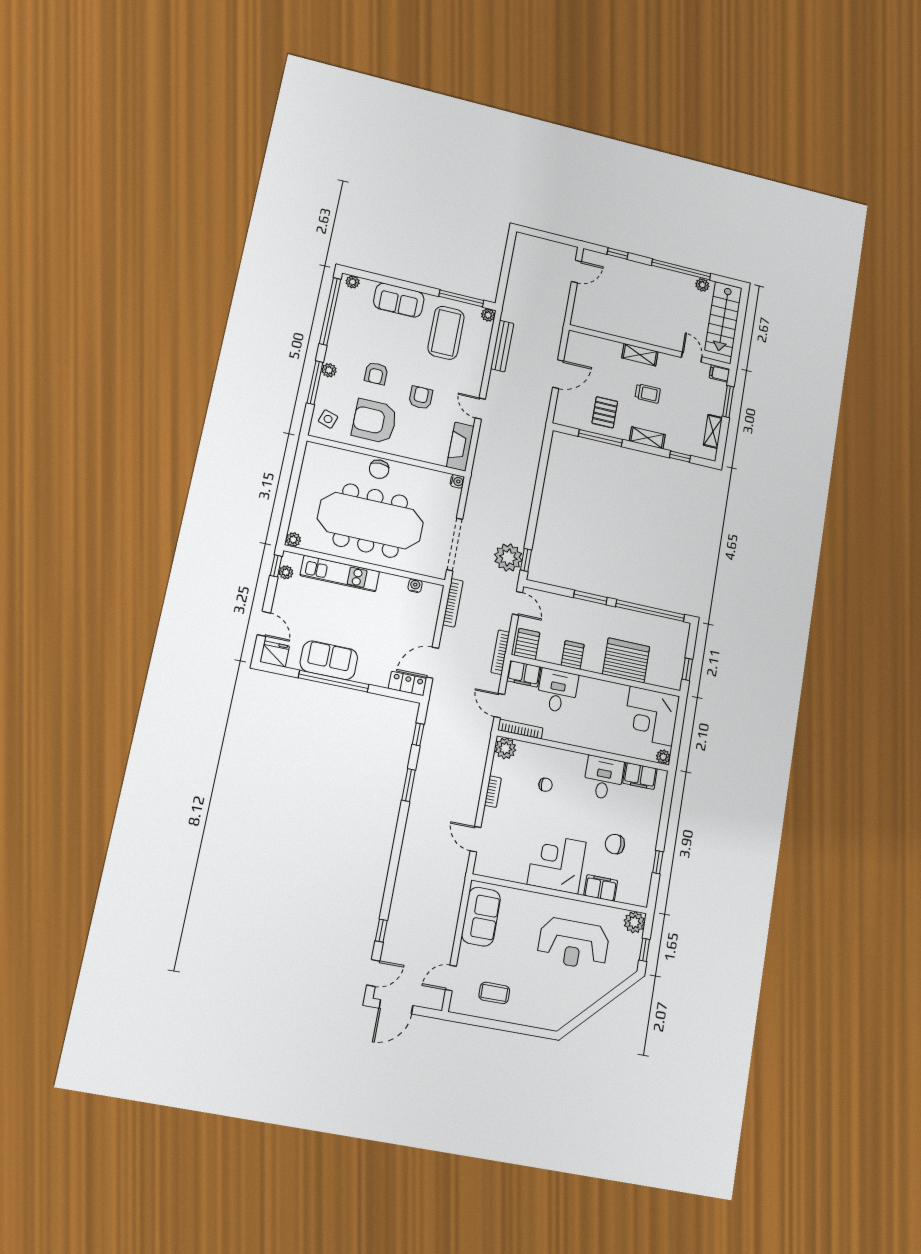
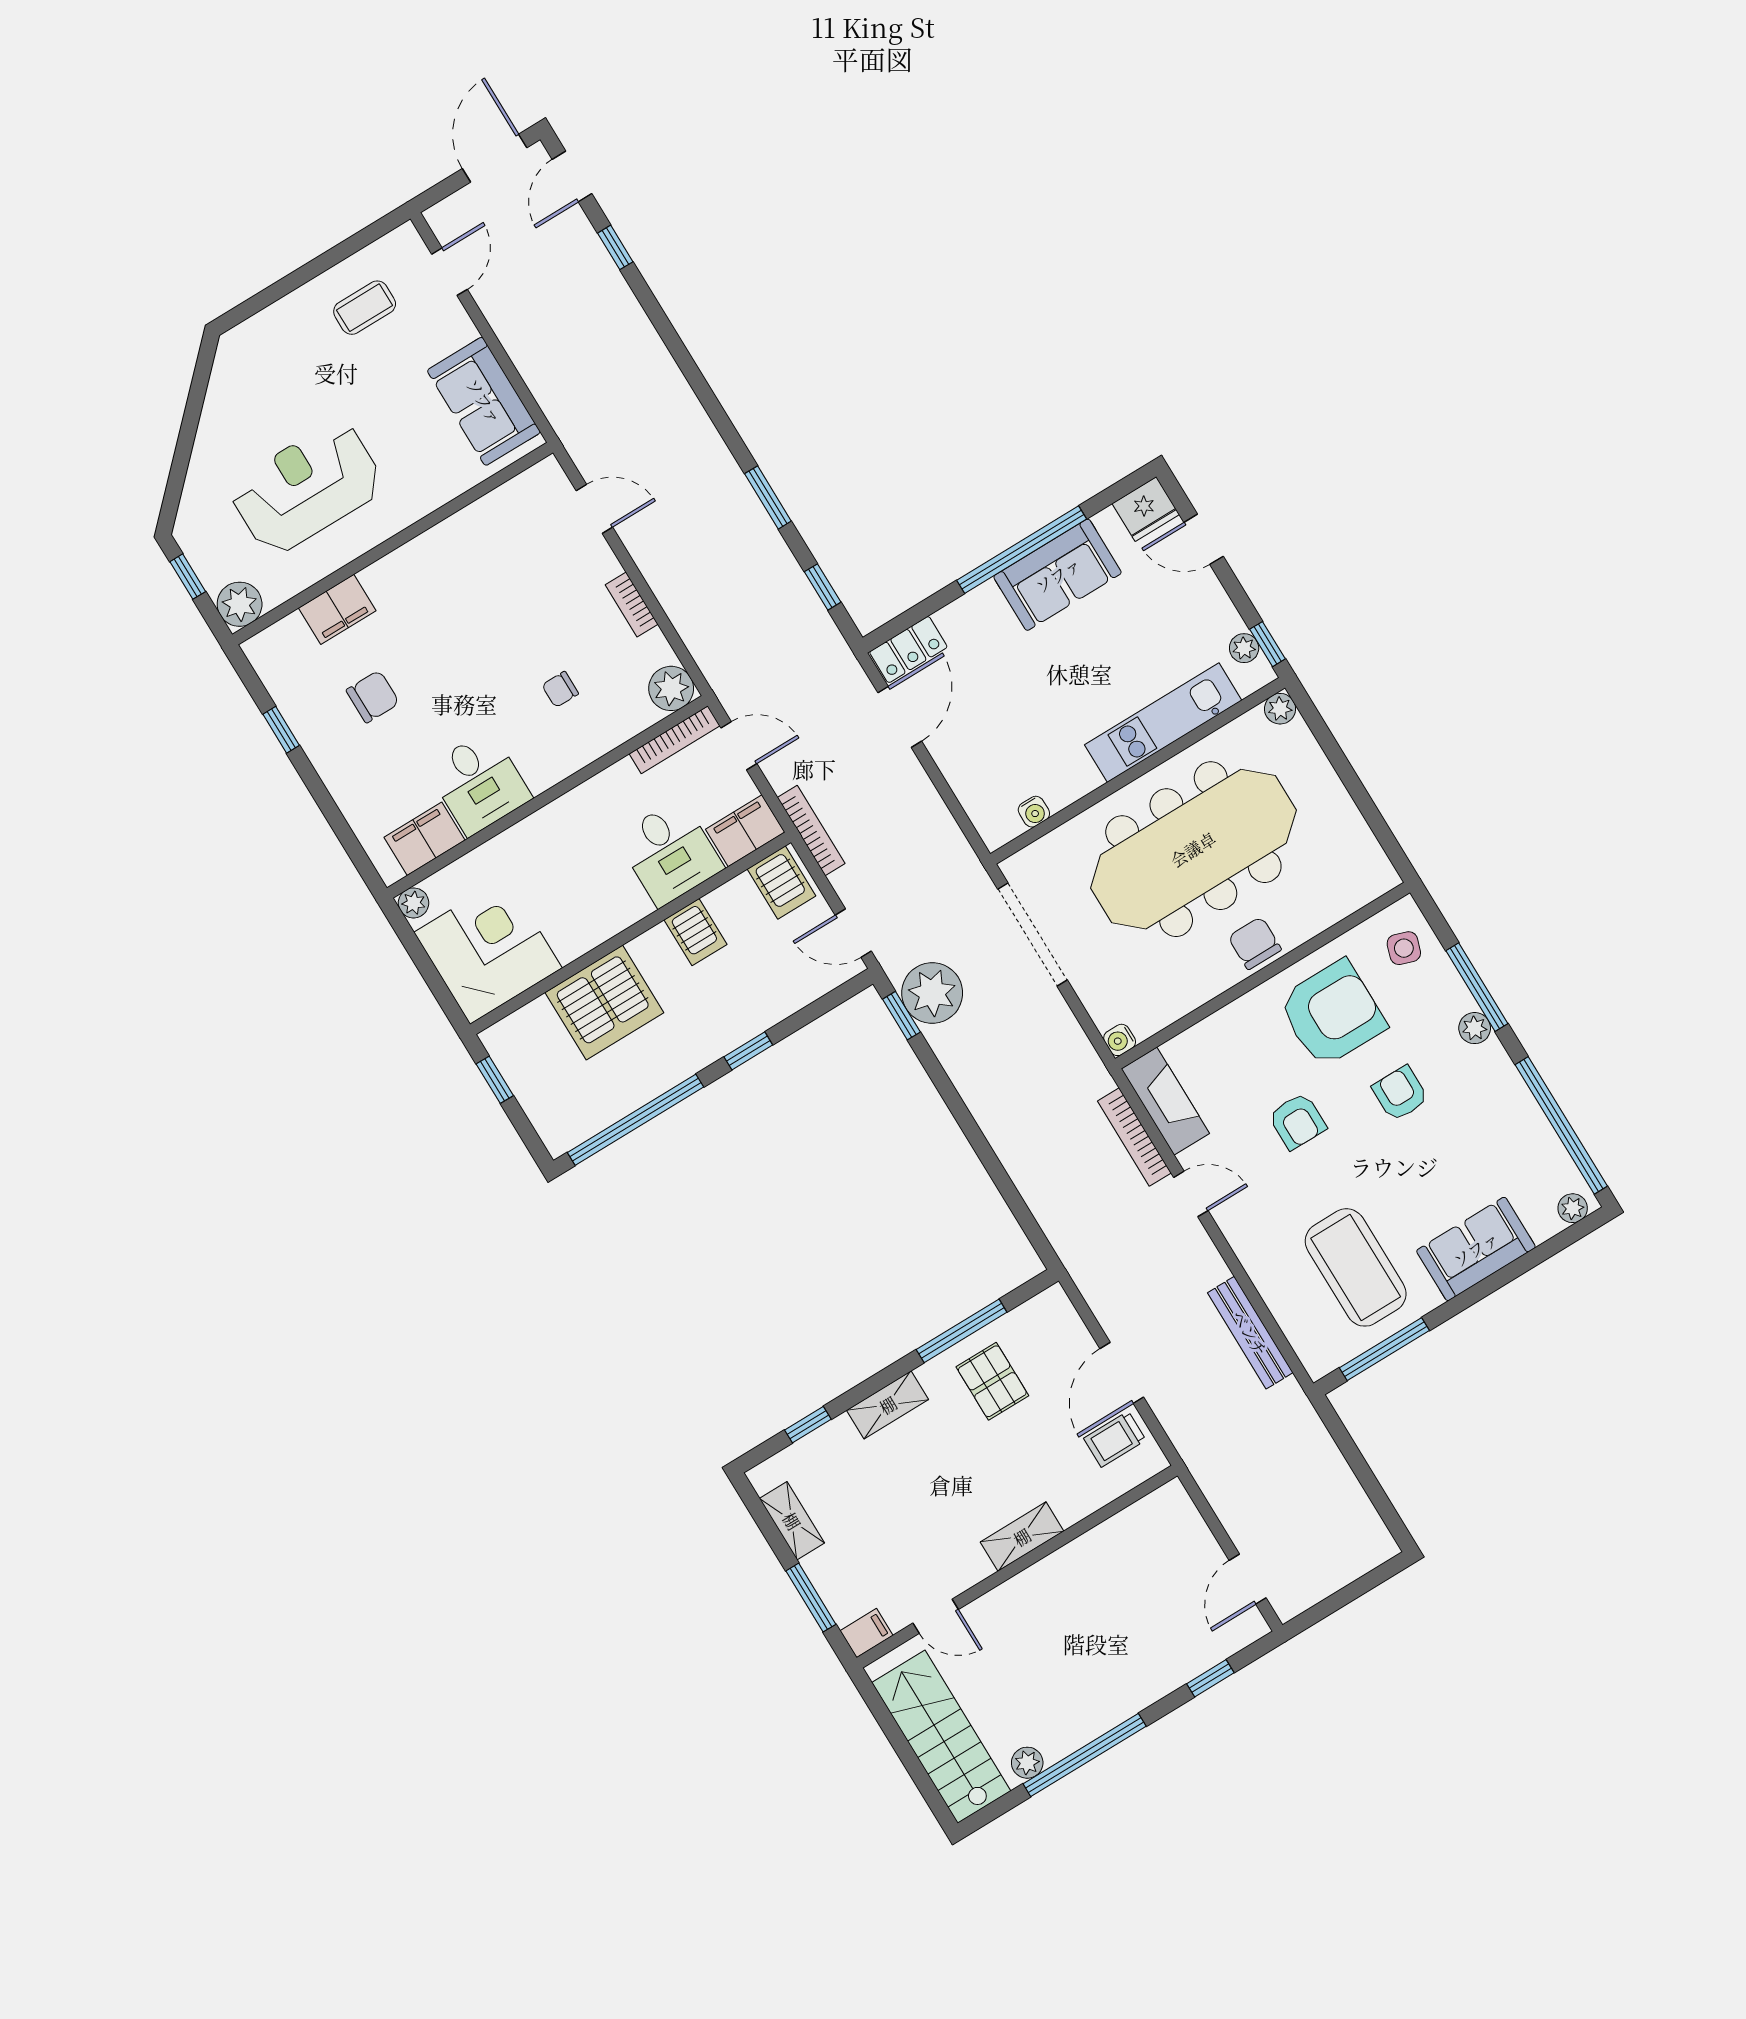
plant: (488, 315) -> (1318, 1363), removed
trolley: (648, 393) -> (1115, 1439), moved
window: (590, 598) -> (748, 1051), width x0.67
bookcase: (453, 603) -> (1134, 1137), moved
corner desk: (557, 863) -> (438, 585), removed

